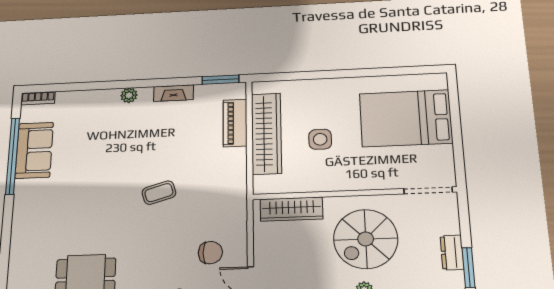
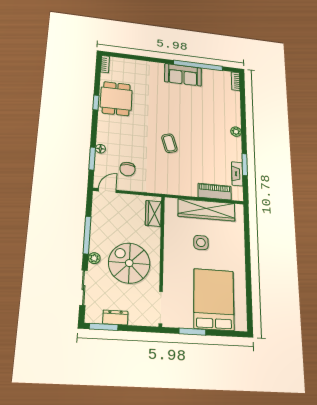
window: (220, 80) -> (245, 164), moved
fireplace: (174, 93) -> (237, 174), moved
window: (458, 145) -> (192, 332), added
sofa: (34, 150) -> (183, 75), moved
wardrobe: (291, 209) -> (153, 213), width x0.67

